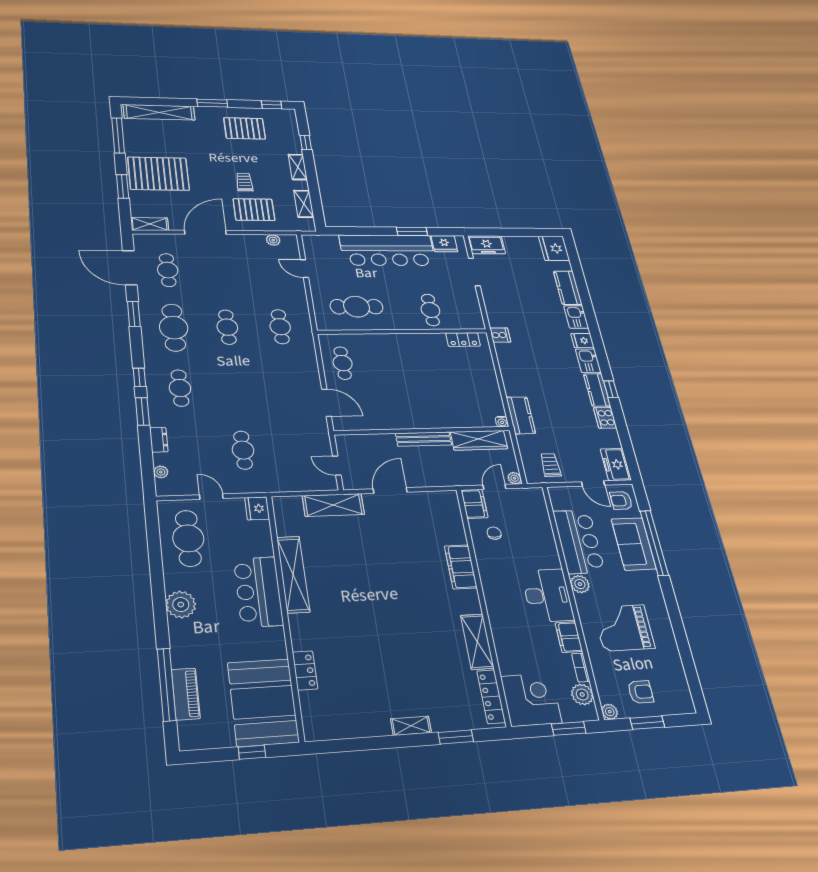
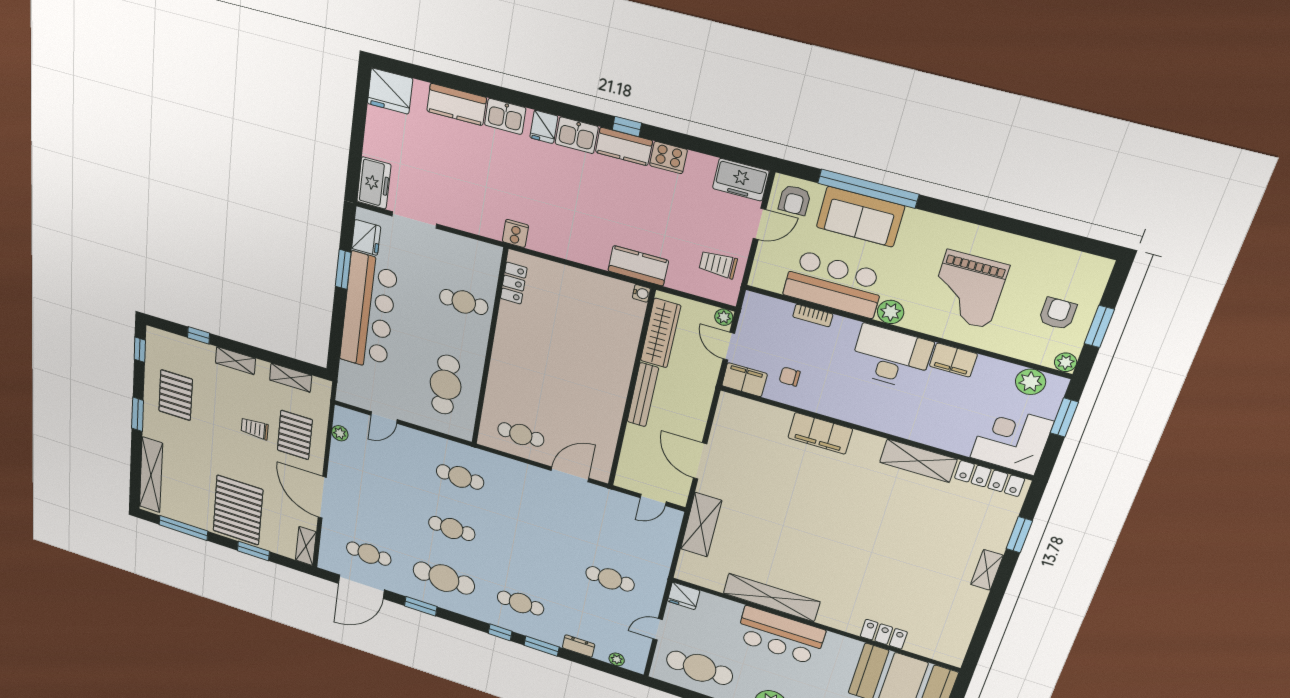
bookcase: (581, 668) -> (813, 316), moved

